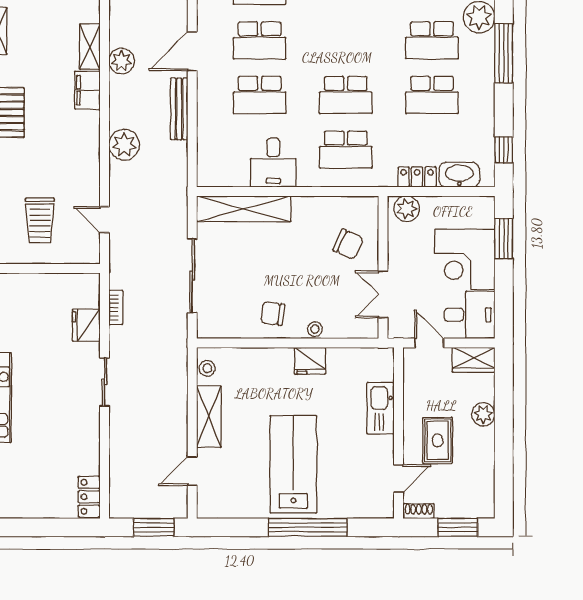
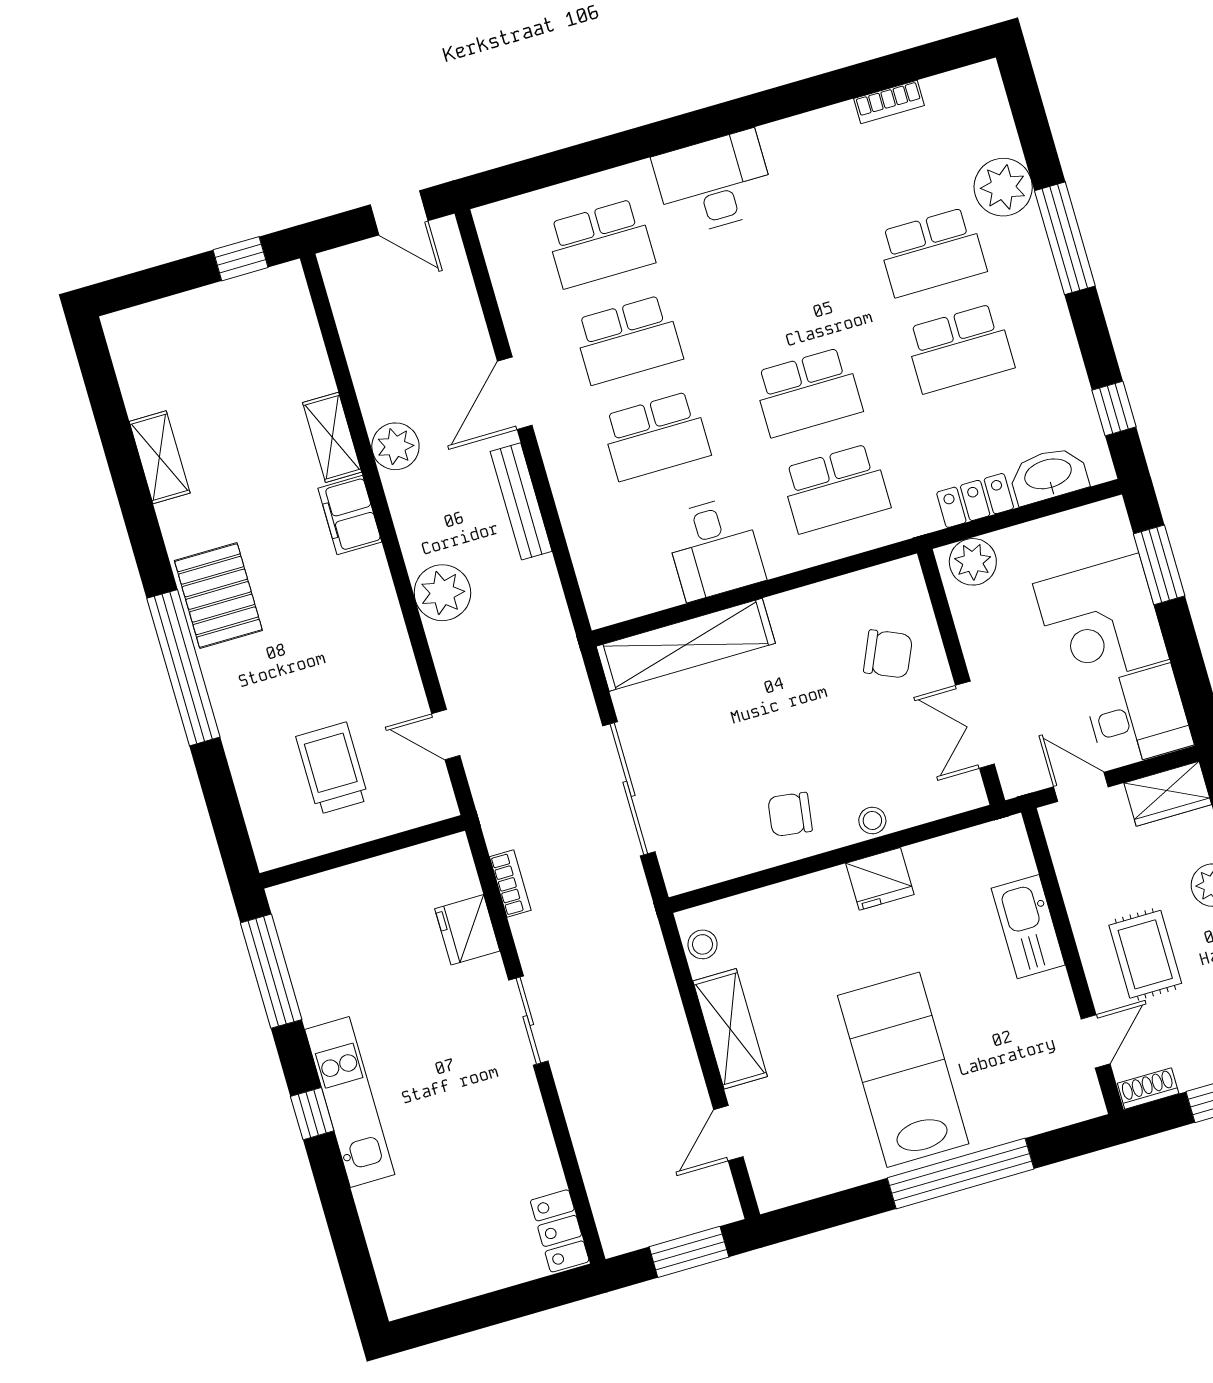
trolley: (40, 220) -> (332, 768), turned 180

